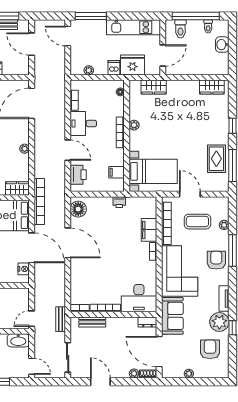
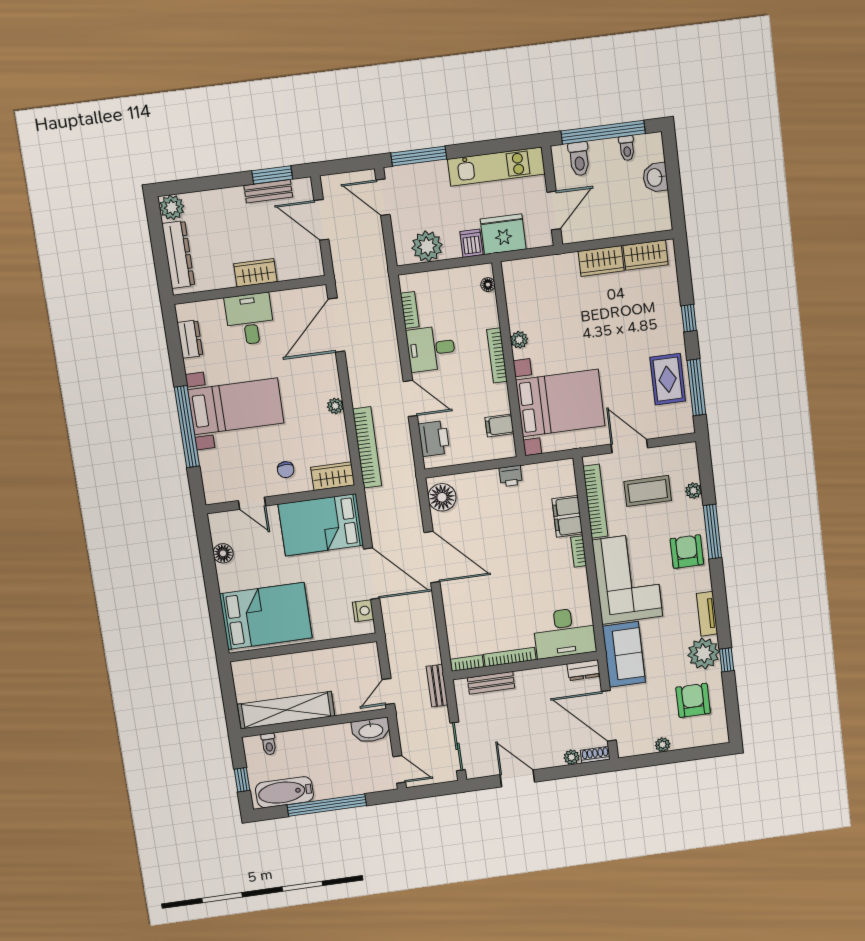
plant: (89, 70) -> (427, 246), width x1.88, depth x1.88
wardrobe: (154, 87) -> (601, 261), moved
bed with nightstands: (153, 171) -> (560, 403), width x1.36
bookcase: (39, 201) -> (367, 447), moved

